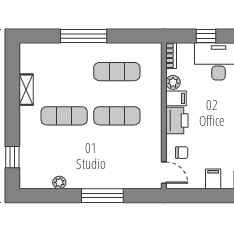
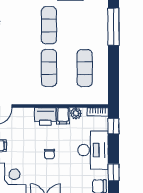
window: (84, 36) -> (113, 27), moved
window: (206, 36) -> (113, 126), moved
chair: (182, 153) -> (49, 154), moved

